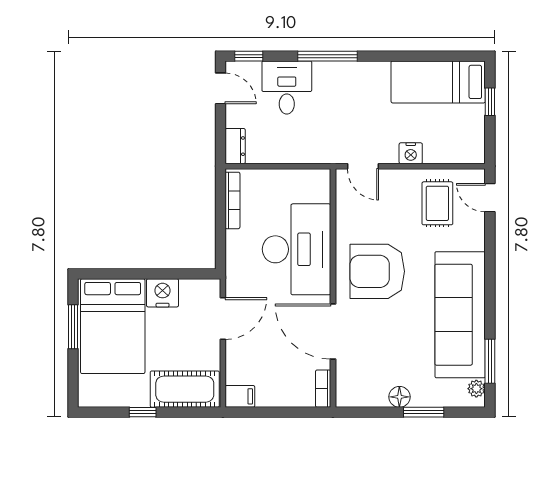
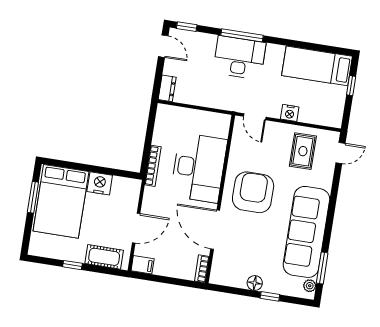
desk: (287, 87) -> (239, 58), moved, width x1.37
door: (490, 198) -> (340, 153), swing flipped
bookcase: (232, 200) -> (153, 166), moved
armchair: (377, 271) -> (253, 192), turned 90
door: (223, 318) -> (136, 228), moved
cot: (185, 389) -> (104, 257), width x0.73, depth x0.75
window: (424, 412) -> (270, 296), width x0.67

